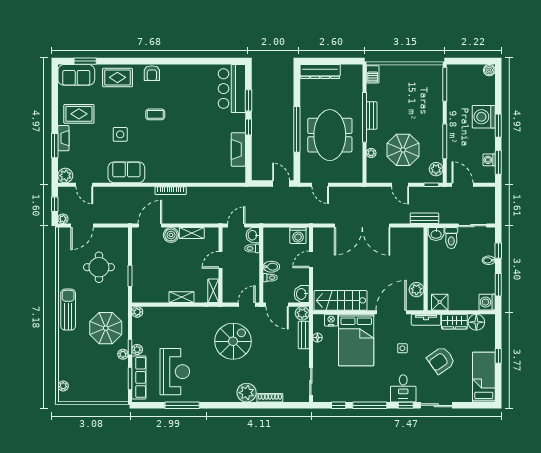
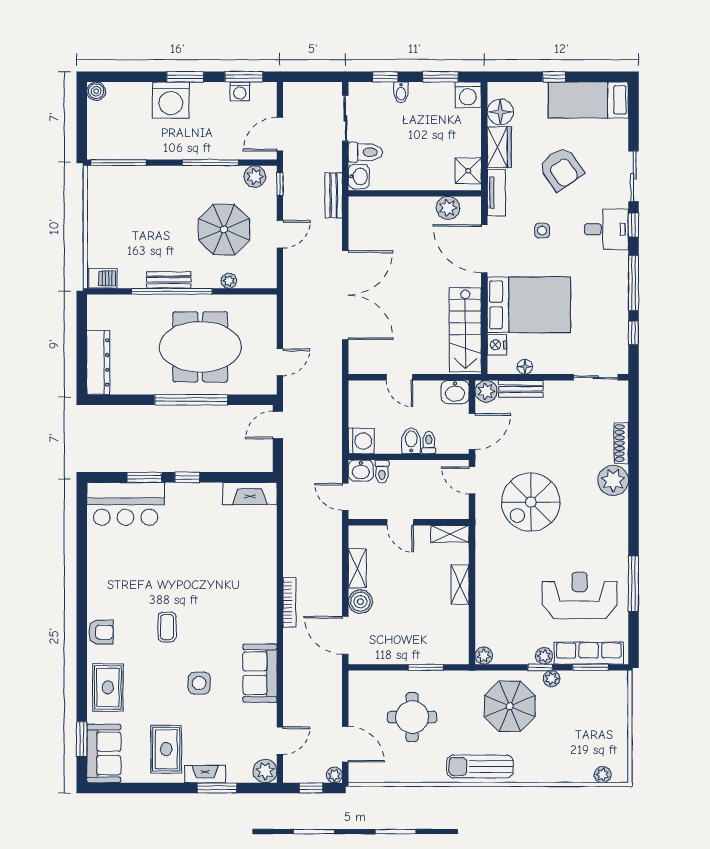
fireplace: (238, 149) -> (250, 494), moved
washing machine: (298, 236) -> (361, 441), moved
spiral stairs: (233, 341) -> (531, 502), turned -90

